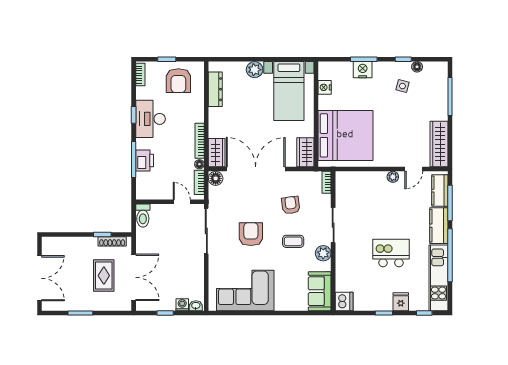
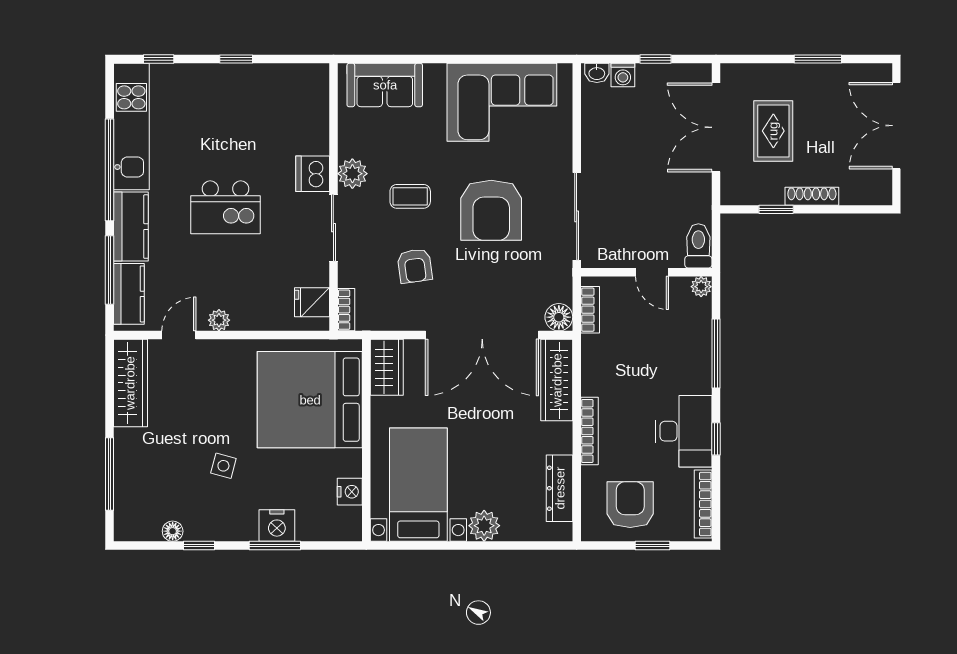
bookcase: (140, 75) -> (703, 504), width x1.56
side table: (402, 86) -> (223, 466), moved
bookcase: (200, 141) -> (589, 431), moved
wardrobe: (217, 153) -> (557, 380), width x1.50
printer: (145, 161) -> (695, 351), removed
floor lamp: (199, 164) -> (590, 344), removed
plant: (141, 194) -> (701, 287), added
door: (182, 202) -> (652, 272), moved
armchair: (251, 234) -> (491, 210), width x1.36, depth x1.36
shoe rack: (112, 241) -> (812, 196), moved
kitchen island: (391, 253) -> (225, 207), moved
sofa: (320, 291) -> (385, 85), moved, turned 90
dishwasher: (344, 301) -> (313, 174), moved
fridge: (401, 302) -> (312, 302), moved, turned 90

